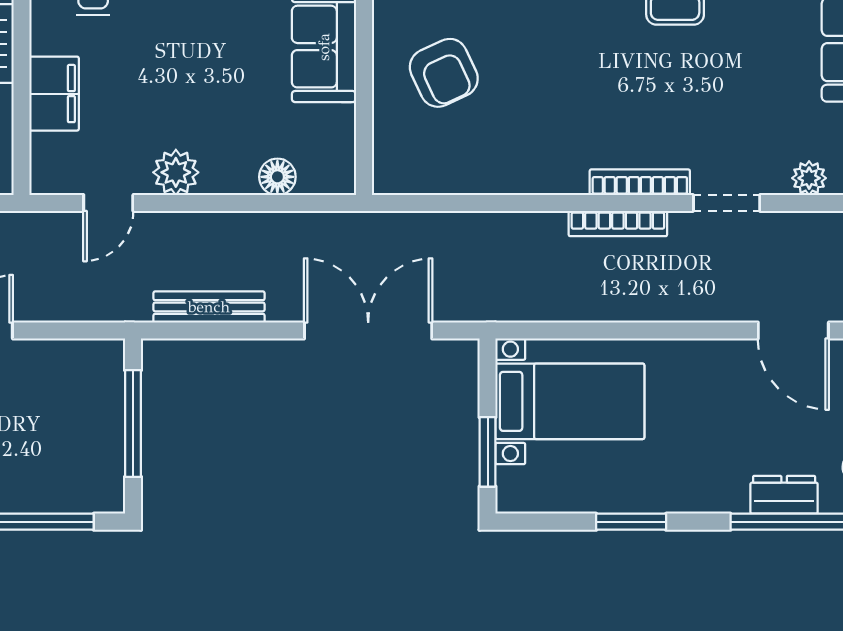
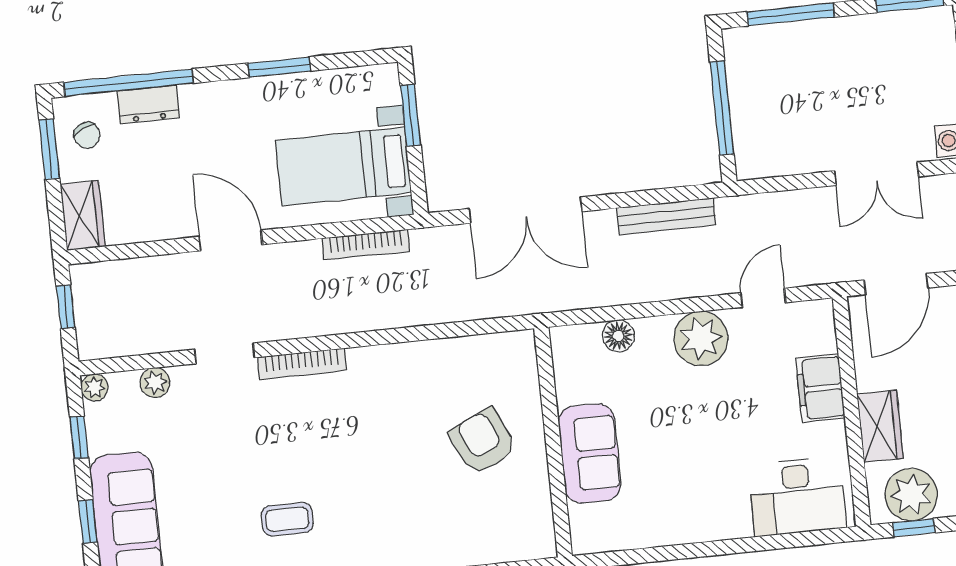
plant: (176, 172) -> (701, 339), width x1.36, depth x1.36
bookcase: (618, 224) -> (366, 245), moved, turned 180
door: (793, 330) -> (231, 241), moved

